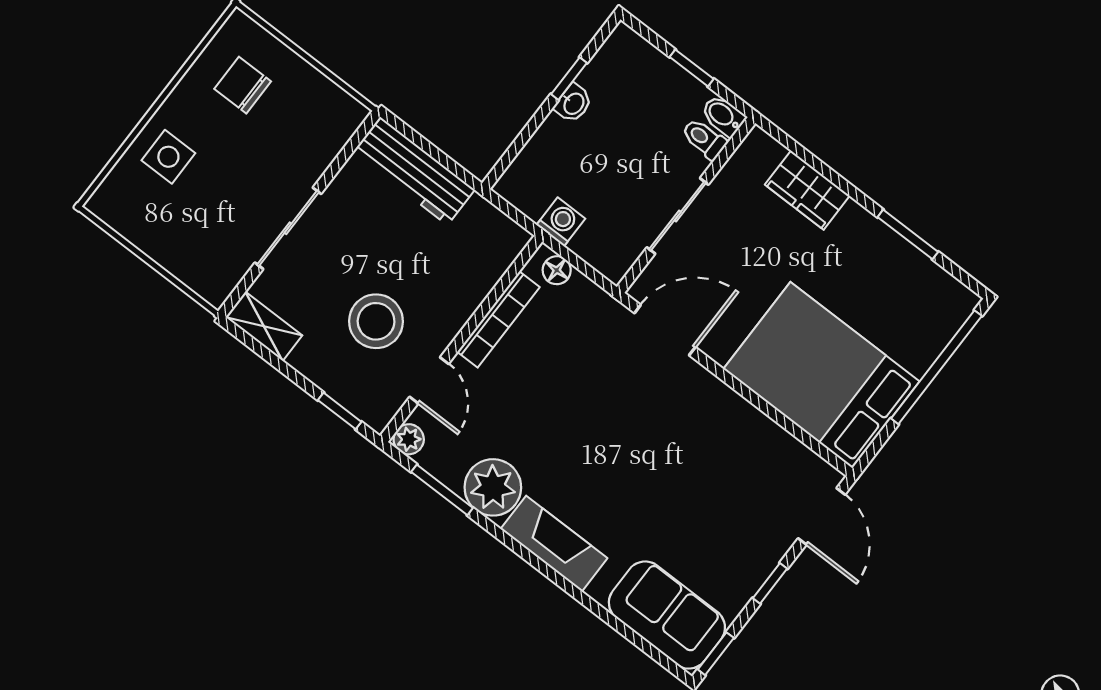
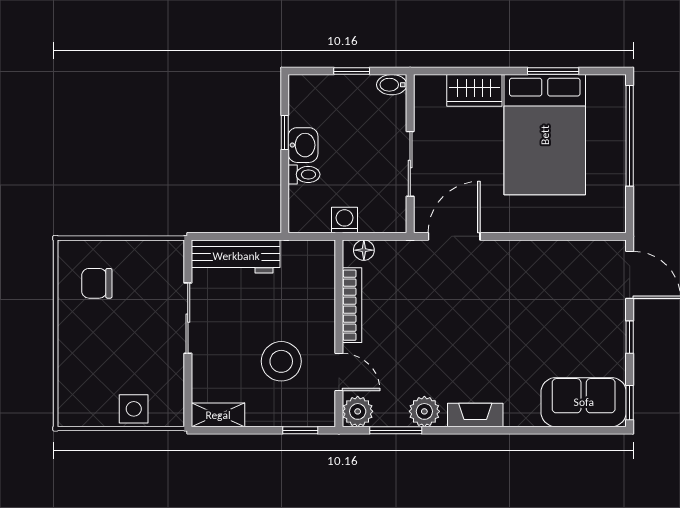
washbasin: (573, 103) -> (303, 145), width x1.38, depth x1.45
toilet: (704, 139) -> (304, 174), moved, turned 180
side table: (168, 157) -> (134, 409), moved
sliding door: (288, 228) -> (188, 318), moved
bed: (821, 375) -> (545, 135), moved, turned -90
plant: (409, 439) -> (358, 411), width x1.38, depth x1.38
plant: (493, 487) -> (424, 411), width x0.73, depth x0.73
fireplace: (554, 544) -> (475, 415), width x0.73, depth x0.76

